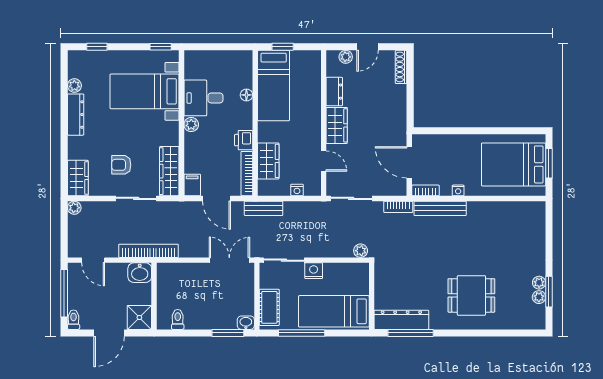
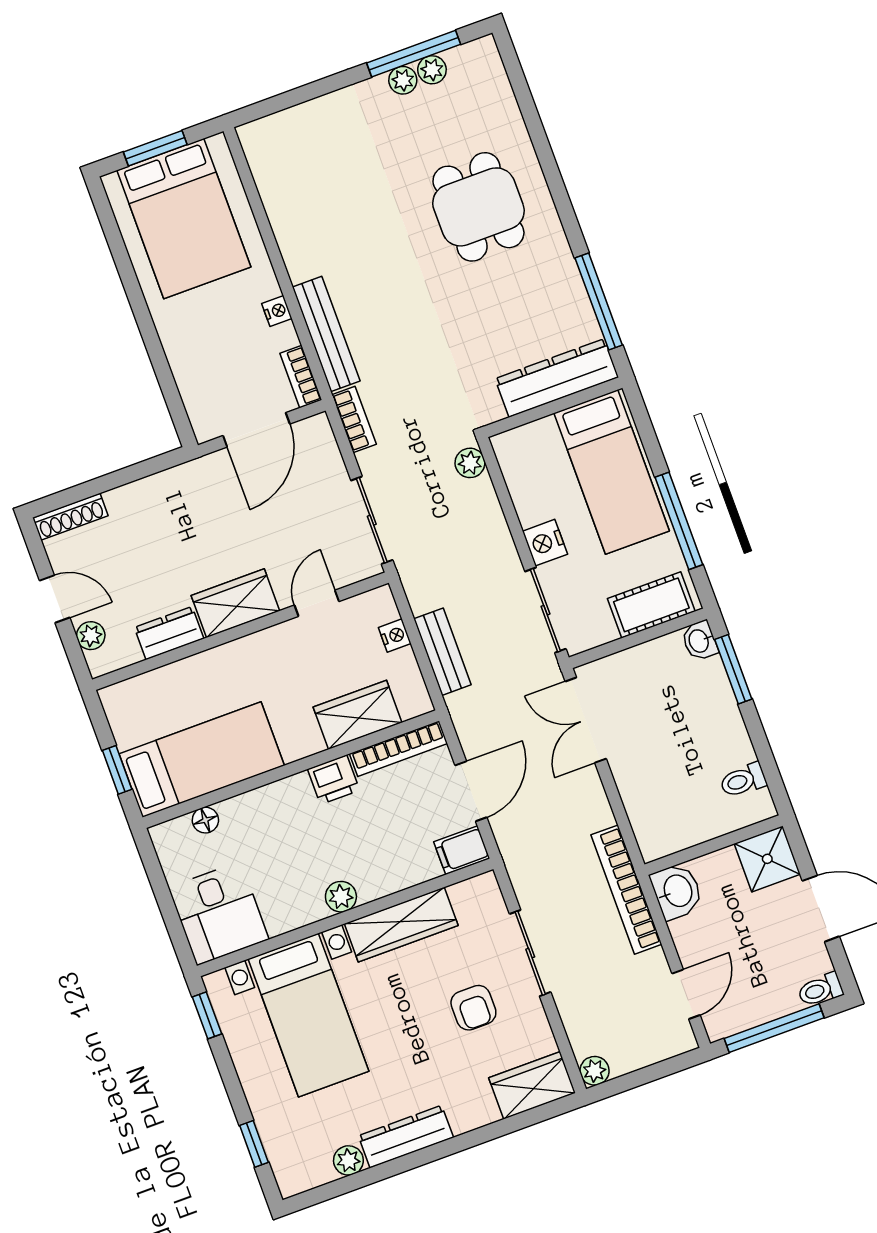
floor lamp: (246, 95) -> (205, 820), moved
desk: (203, 98) -> (219, 913), moved
wardrobe: (169, 171) -> (401, 925), moved
bench: (264, 208) -> (442, 652), moved
window: (549, 292) -> (414, 54), width x1.44
dresser: (401, 320) -> (557, 378), moved, turned 90

